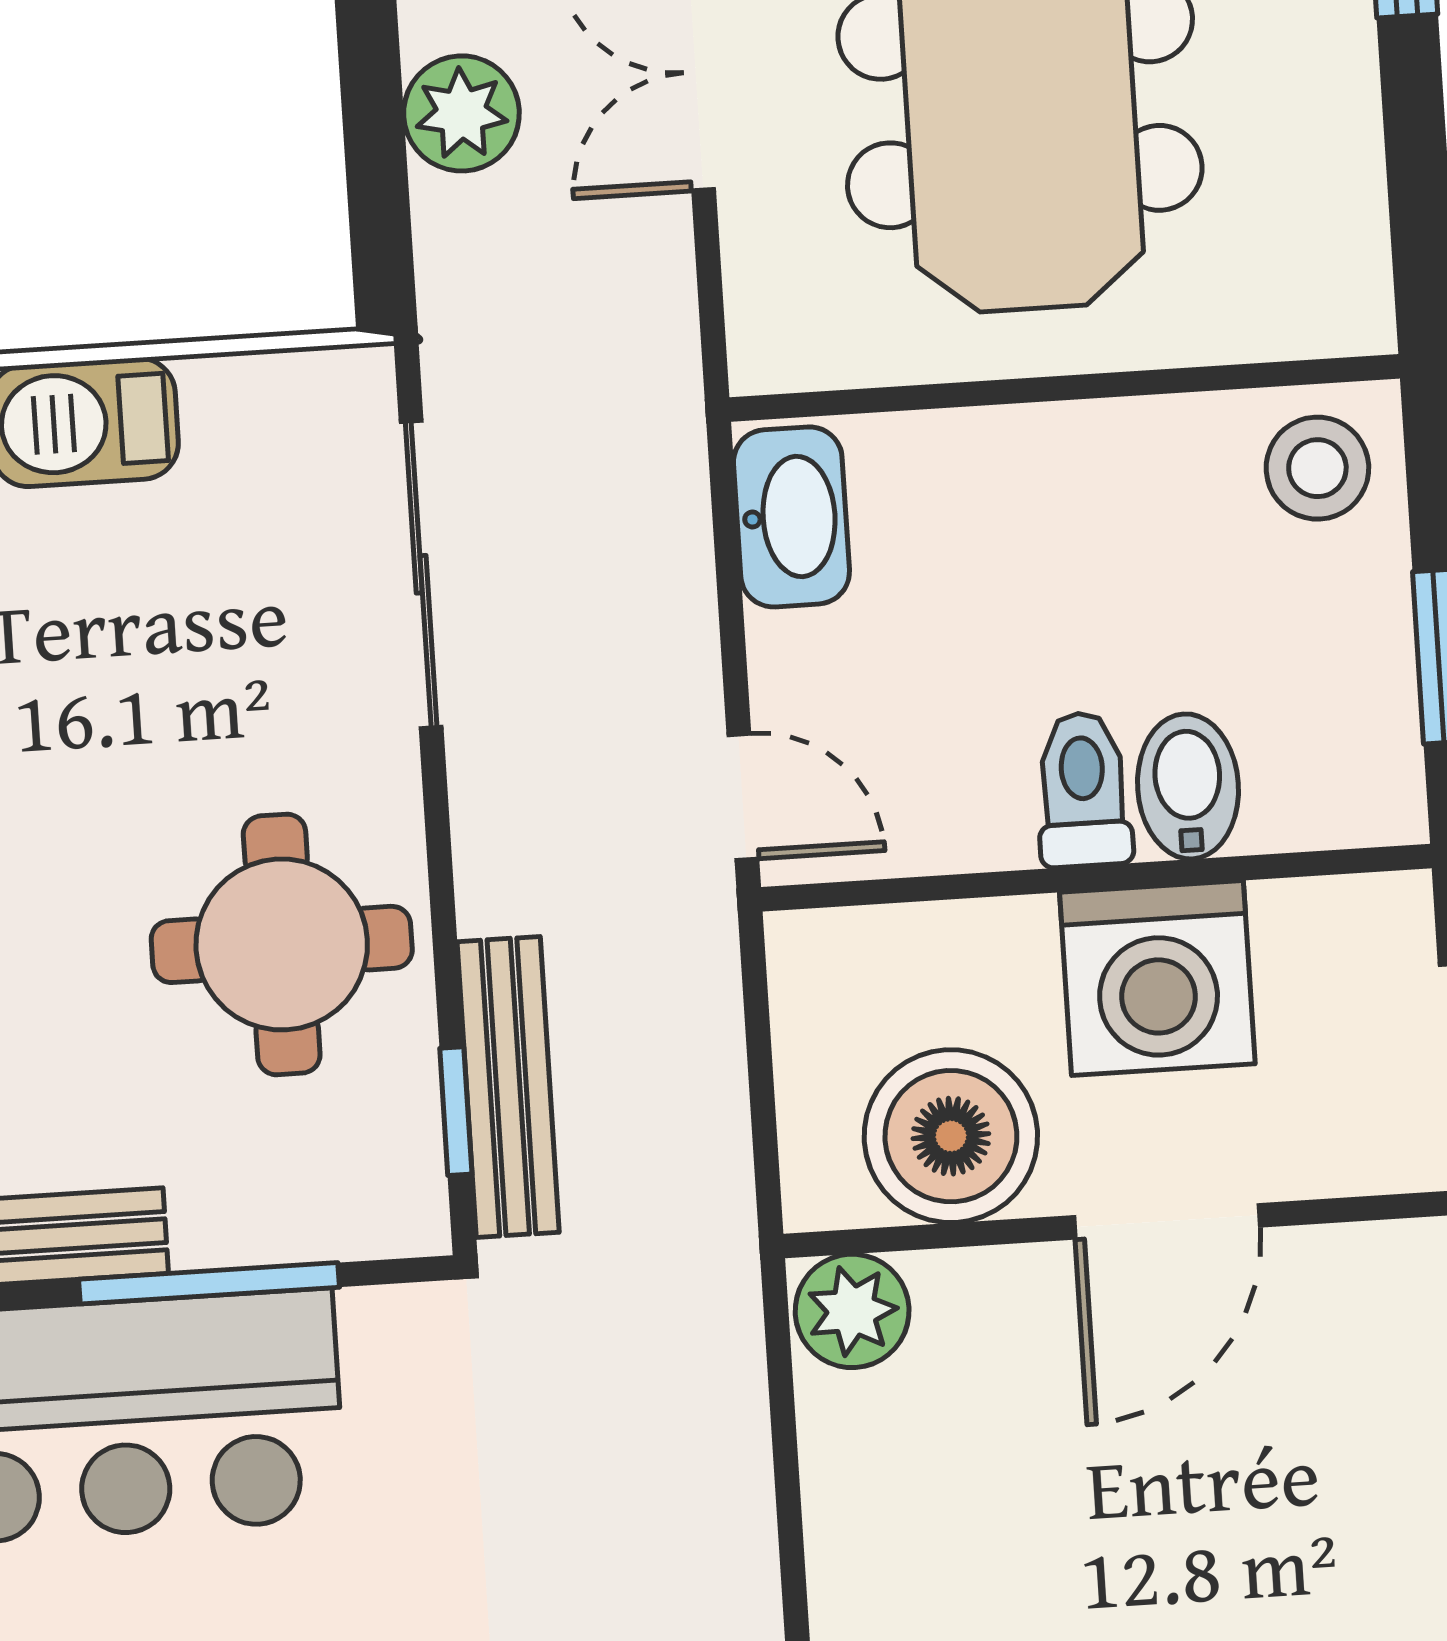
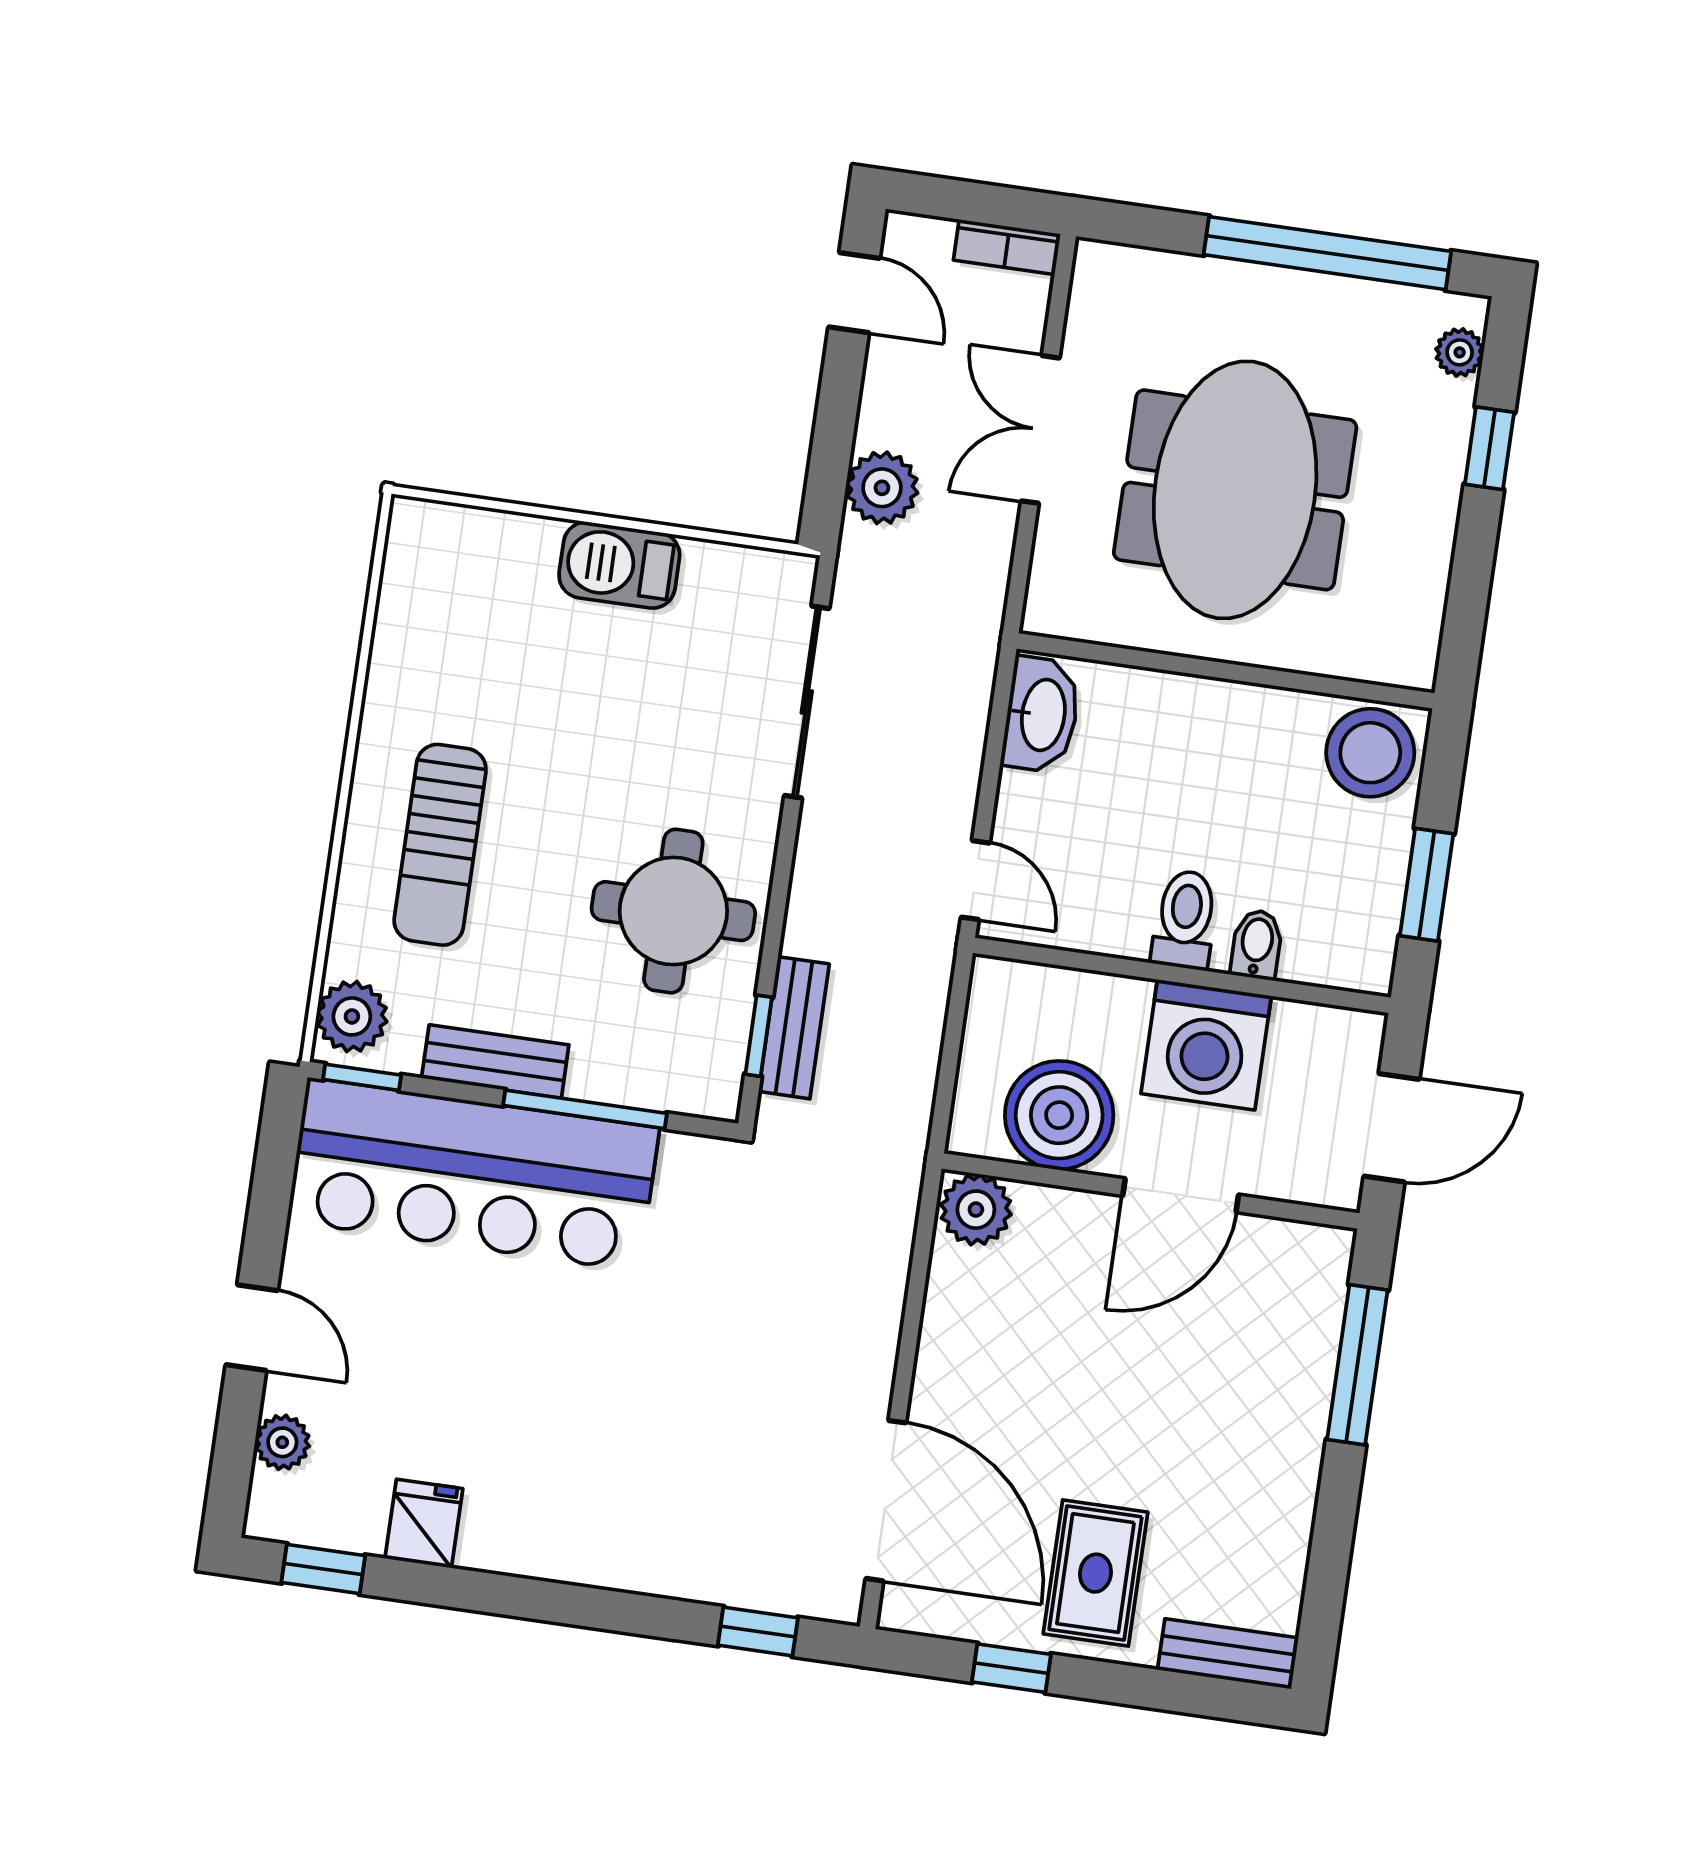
plant: (461, 113) -> (882, 488), moved
stool: (1317, 468) -> (1370, 753), width x1.38, depth x1.38
bidet: (1188, 786) -> (1257, 944), width x0.72, depth x0.74
bench: (508, 1087) -> (794, 1028), width x0.73

